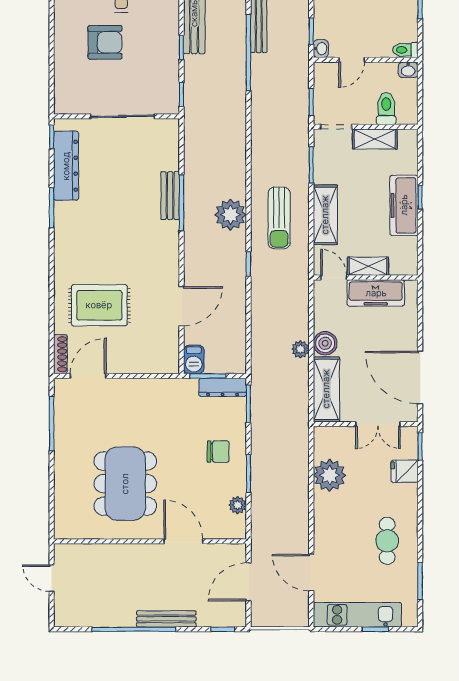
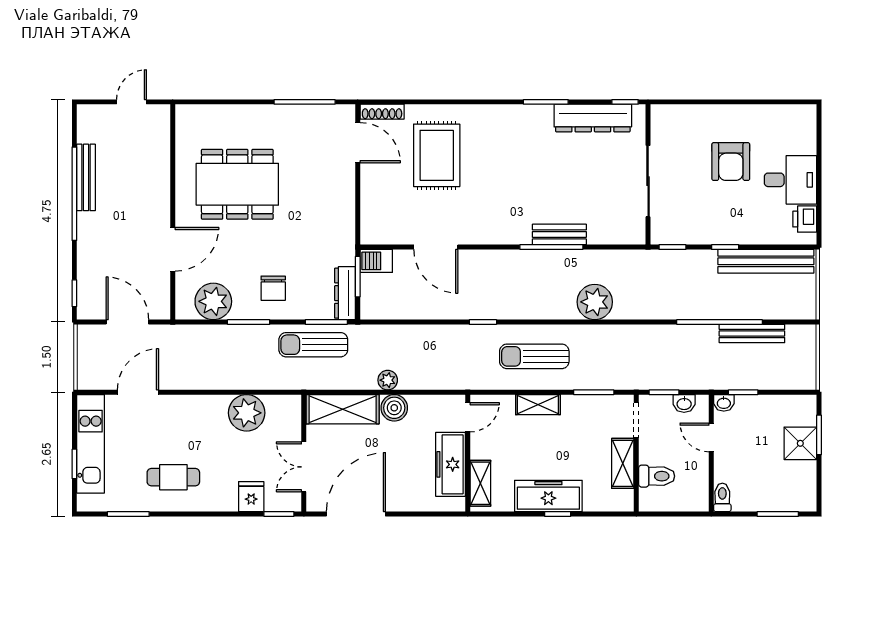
washbasin: (408, 70) -> (684, 403), moved, turned -90
plant: (231, 215) -> (595, 302), moved
shelving: (325, 215) -> (538, 405), width x0.67, depth x0.75
shelving: (368, 266) -> (480, 483), moved
sun lounger: (269, 416) -> (313, 345), added
plant: (238, 505) -> (213, 301), width x1.88, depth x1.88
bench: (166, 619) -> (86, 177), moved

